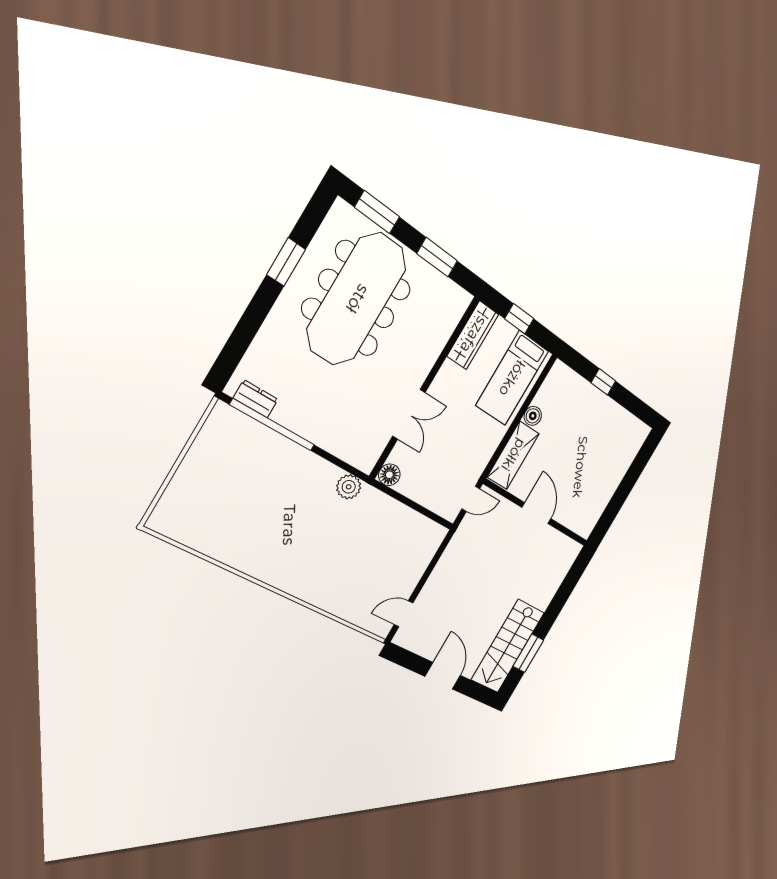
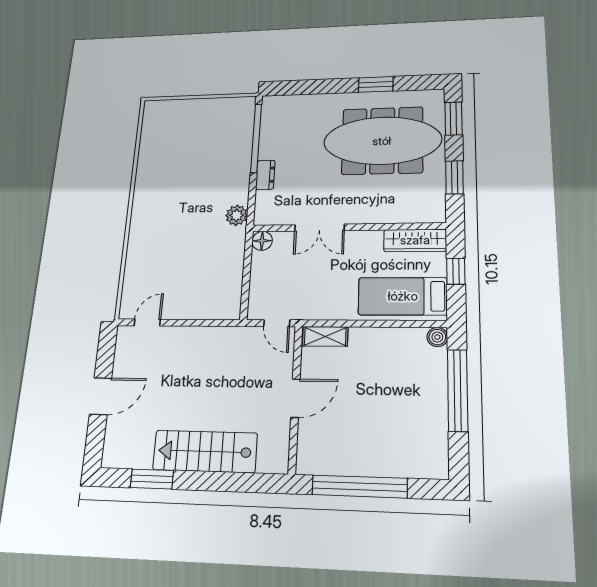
window: (603, 382) -> (458, 390), width x3.17
dresser: (256, 399) -> (265, 175), moved
boiler: (533, 416) -> (437, 337), moved
shelving: (513, 455) -> (325, 336), width x0.67, depth x0.75
window: (620, 496) -> (360, 487), added
door: (403, 614) -> (147, 323), hinge flipped
stairs: (508, 646) -> (205, 451), moved

